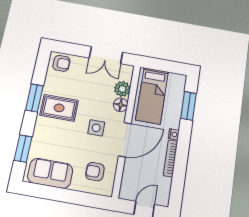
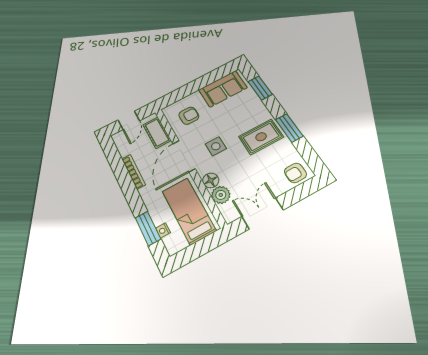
nightstand: (174, 134) -> (163, 230), moved
cot: (130, 178) -> (157, 133), added

